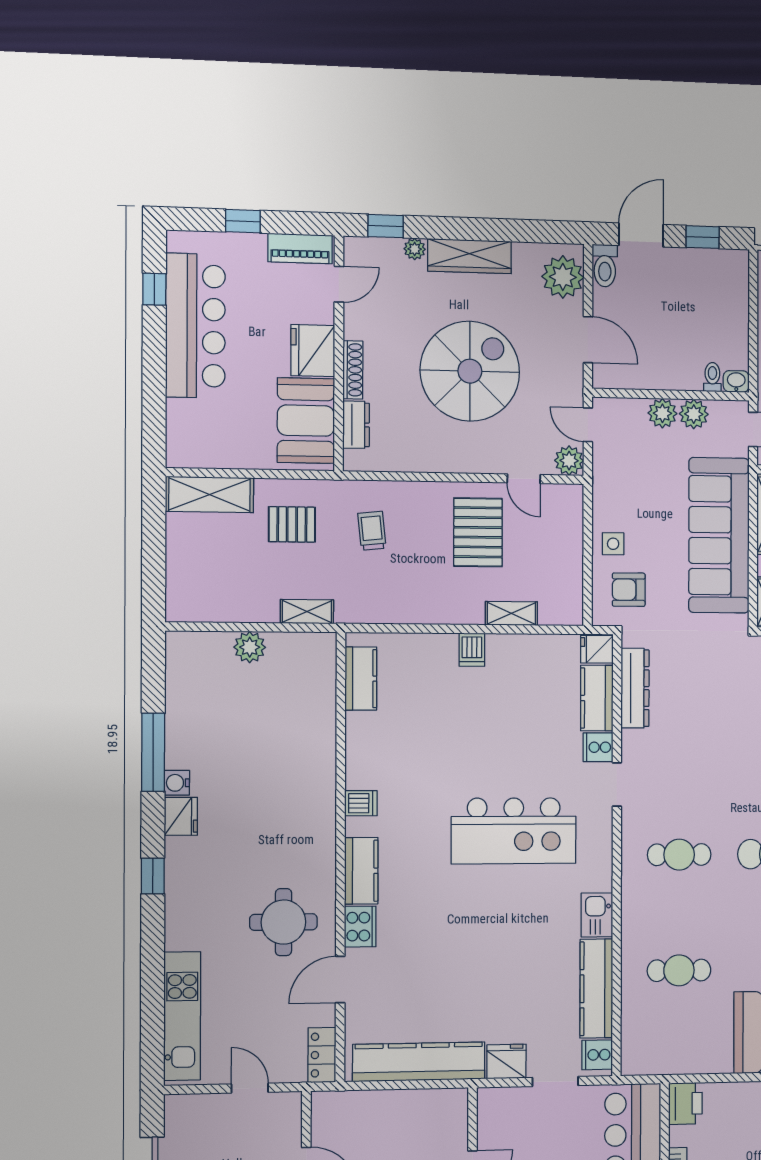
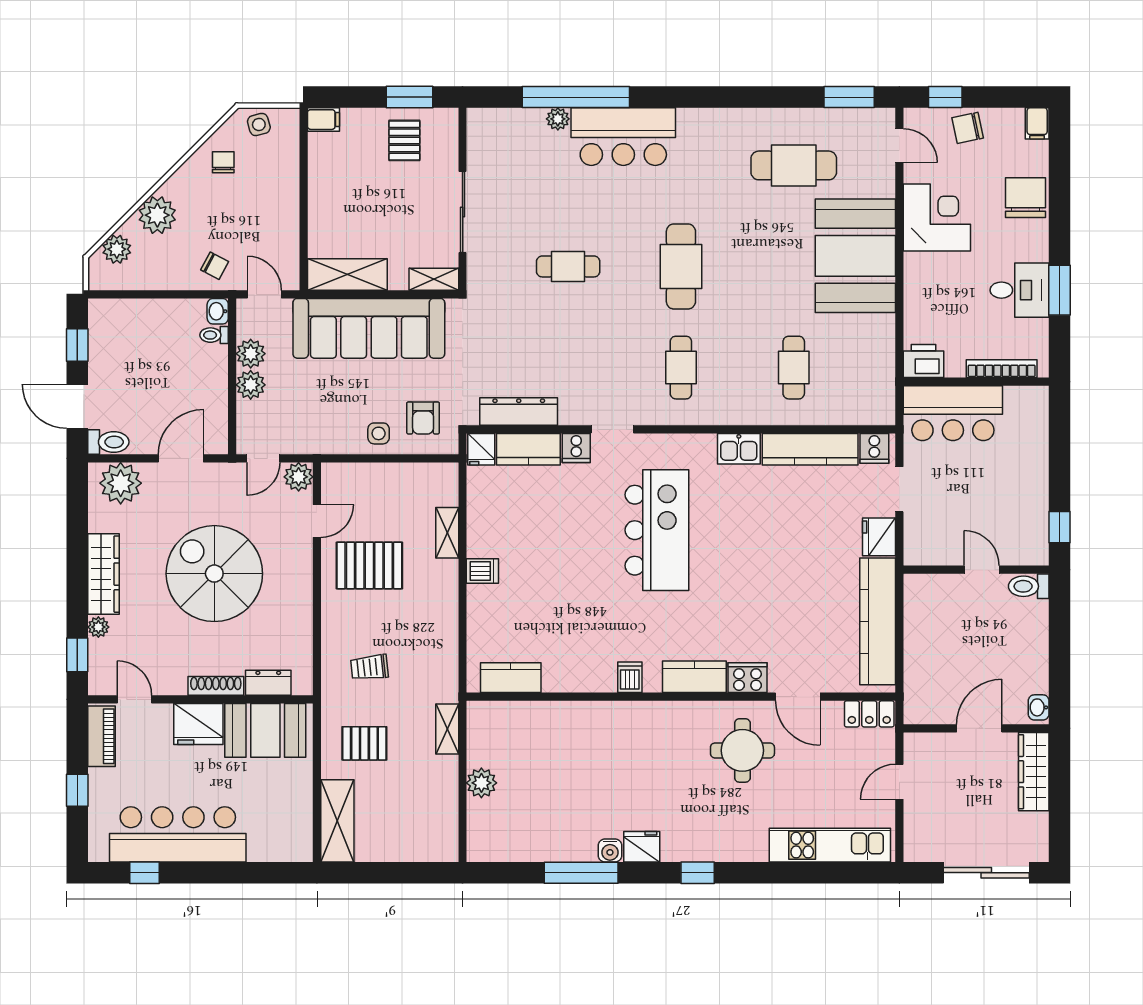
pallet: (292, 524) -> (364, 743), turned 90

